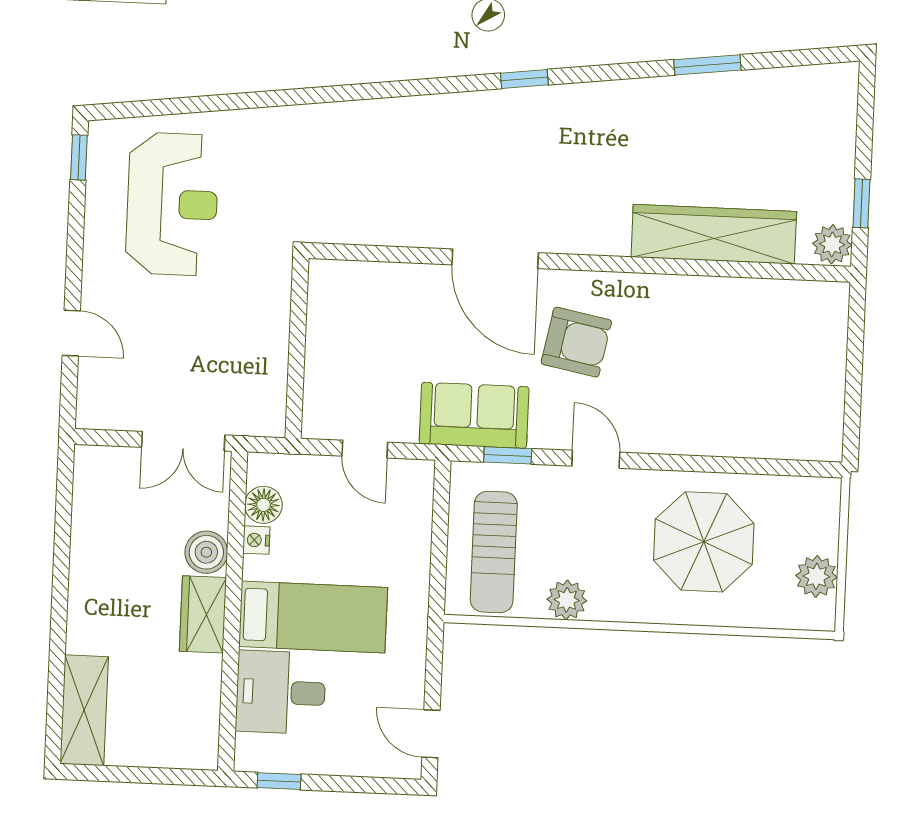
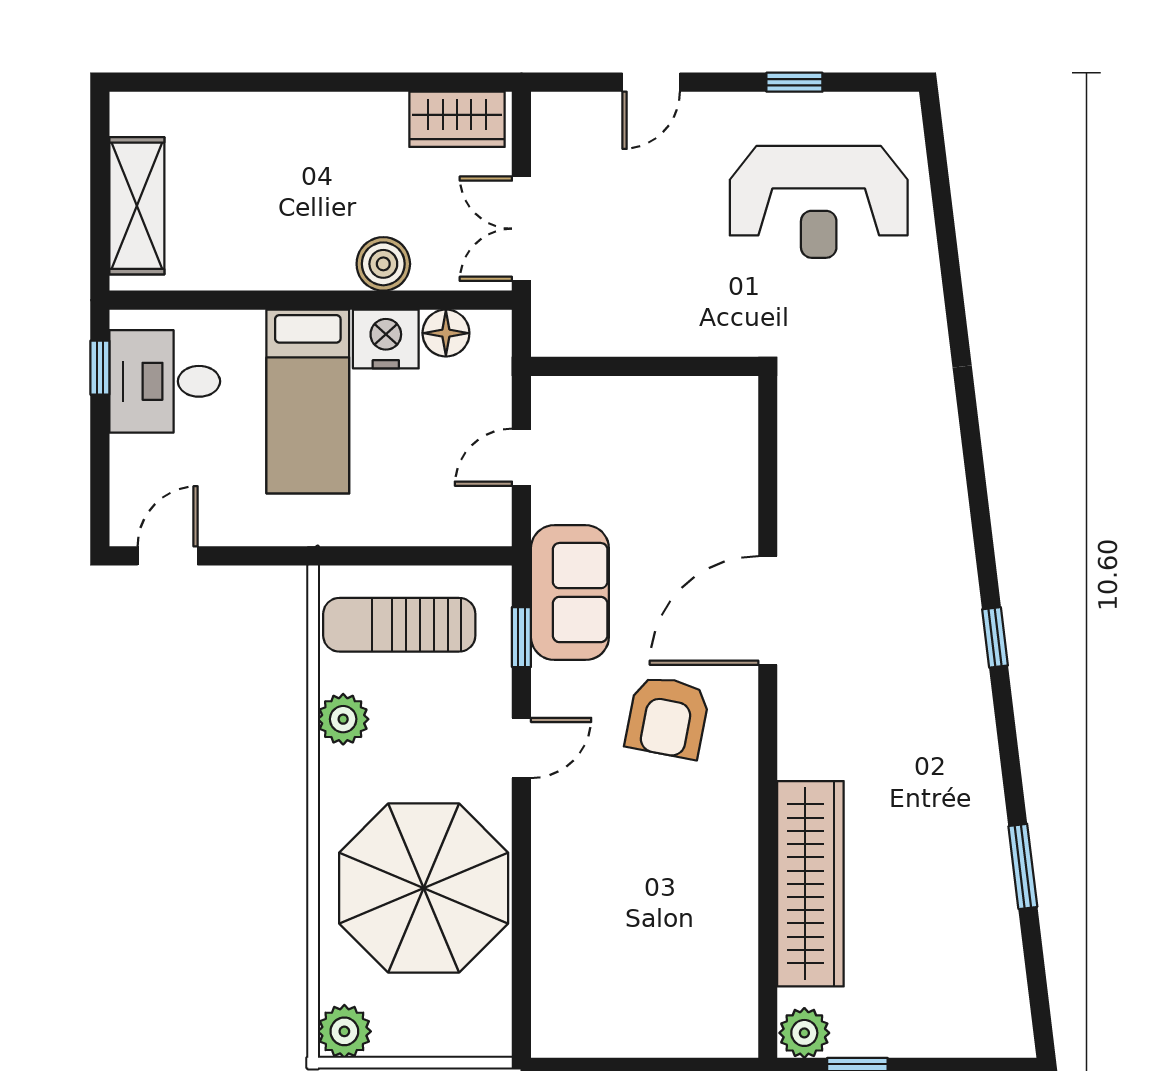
window: (79, 157) -> (794, 82), moved
nightstand: (256, 540) -> (386, 339), width x1.89, depth x1.79
parasol: (704, 542) -> (424, 888), width x1.36, depth x1.36
plant: (816, 576) -> (344, 1031), moved
wardrobe: (203, 614) -> (457, 119), moved, turned 180
desk: (281, 692) -> (165, 381), moved, turned -90
shelving: (84, 710) -> (137, 206), moved, turned 90

